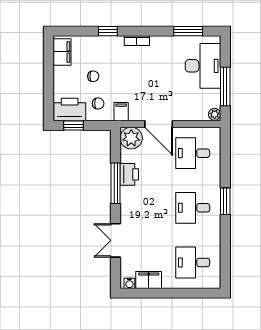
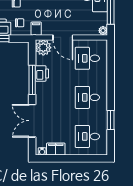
window: (225, 201) -> (111, 120), moved
double door: (116, 240) -> (32, 121), width x1.37

